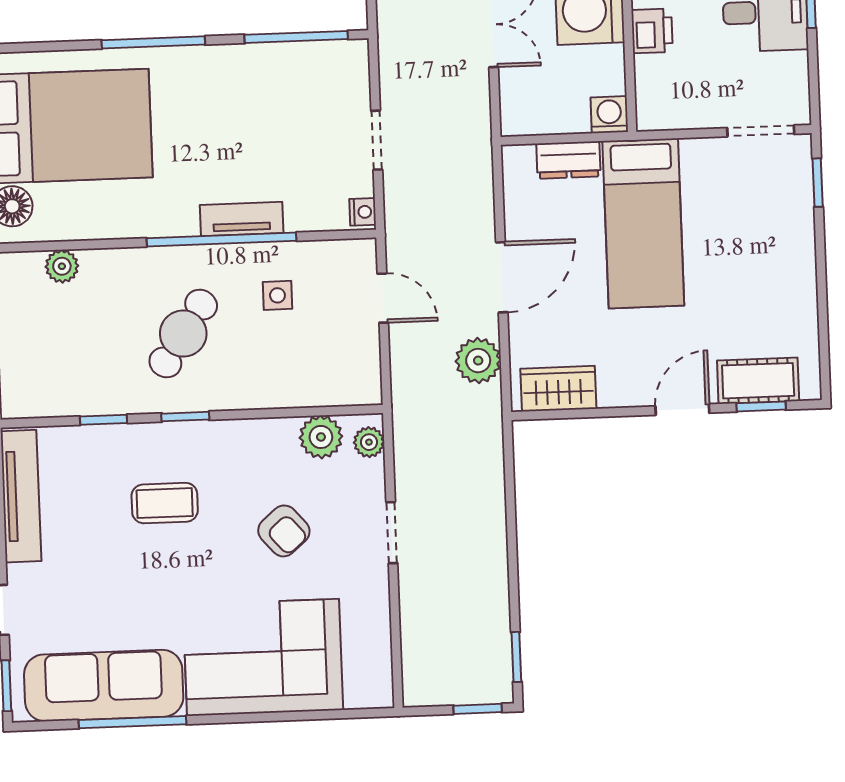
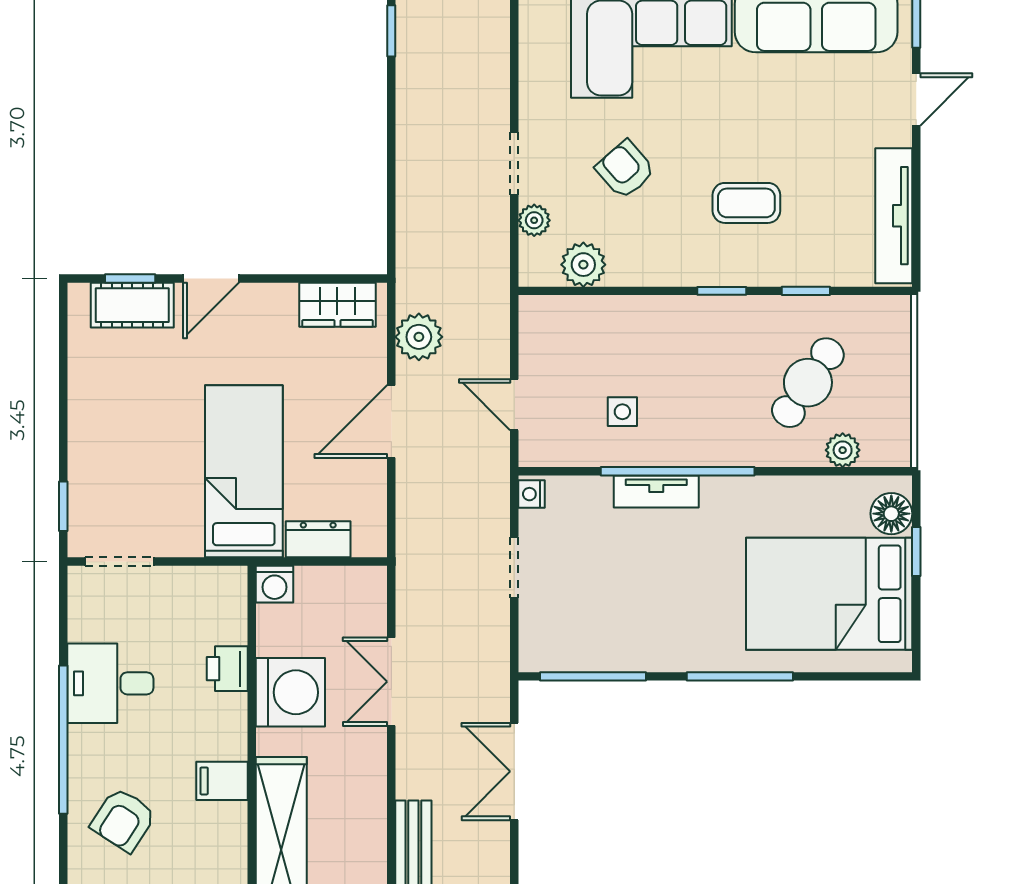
cafe table: (183, 334) -> (808, 383), moved
plant: (369, 442) -> (534, 220), moved

